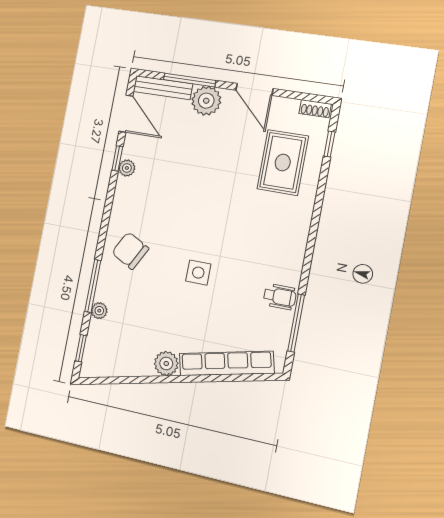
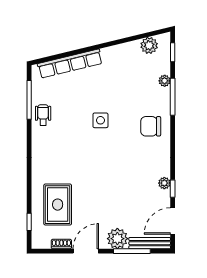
door: (254, 89) -> (86, 251), hinge flipped
shoe rack: (315, 109) -> (61, 244), moved
door: (126, 114) -> (173, 221), hinge flipped
chair: (130, 251) -> (151, 126), turned 152
wheelchair: (280, 297) -> (43, 115), turned 90
plant: (166, 364) -> (149, 45), moved

